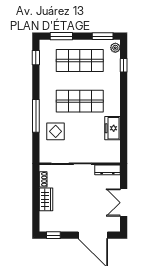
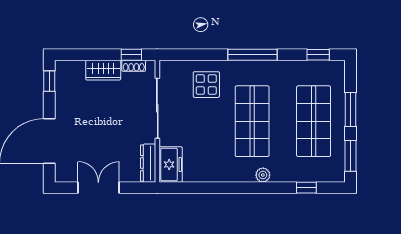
window: (61, 36) -> (350, 110), moved
plant: (115, 48) -> (263, 175), moved
window: (36, 116) -> (252, 55), moved
freezer: (112, 128) -> (171, 165), moved, turned 90
window: (36, 181) -> (131, 55), added

